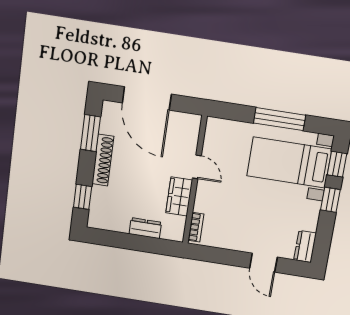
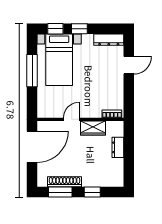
door: (147, 98) -> (32, 147), moved
shoe rack: (103, 160) -> (64, 182), moved
window: (83, 197) -> (92, 192), moved
dresser: (305, 246) -> (109, 40), width x1.44

